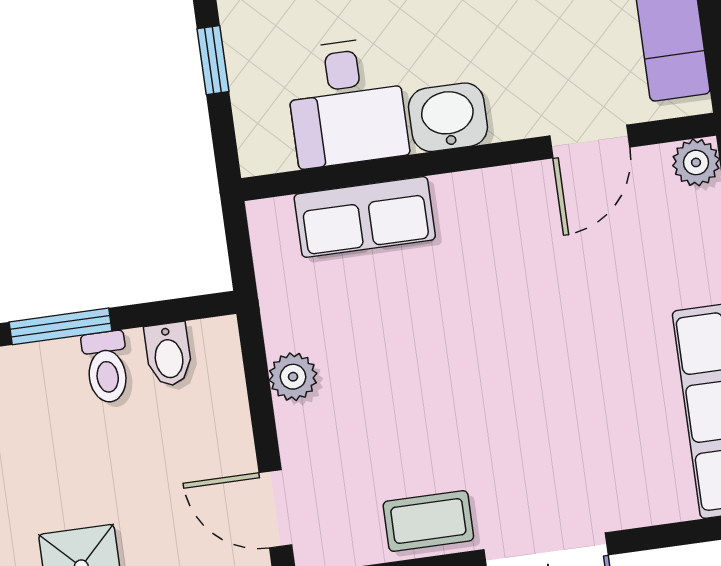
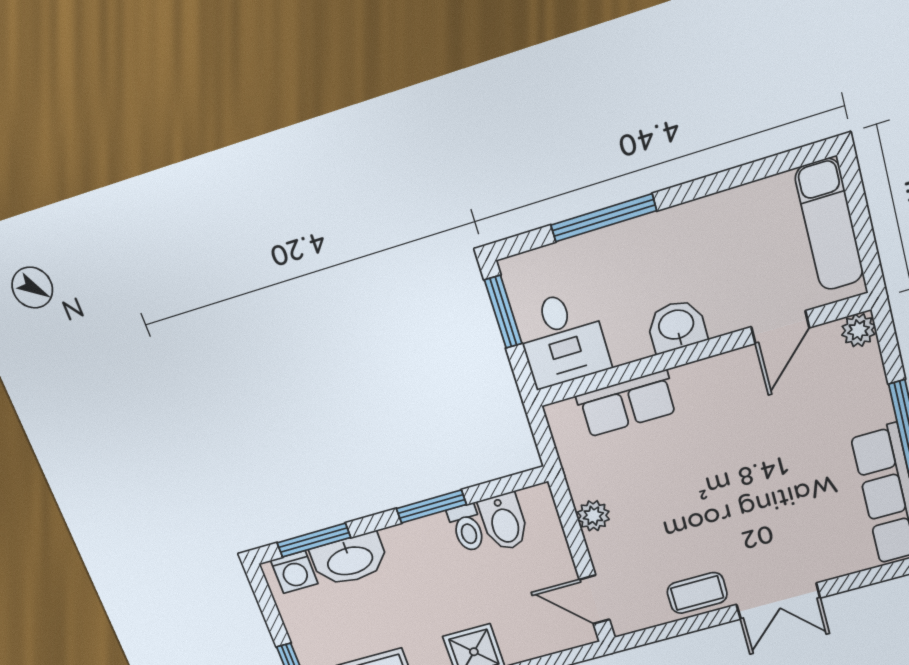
window: (213, 60) -> (503, 312), width x1.50
desk: (347, 103) -> (562, 339), moved
bidet: (168, 354) -> (504, 522), width x1.38, depth x1.36

